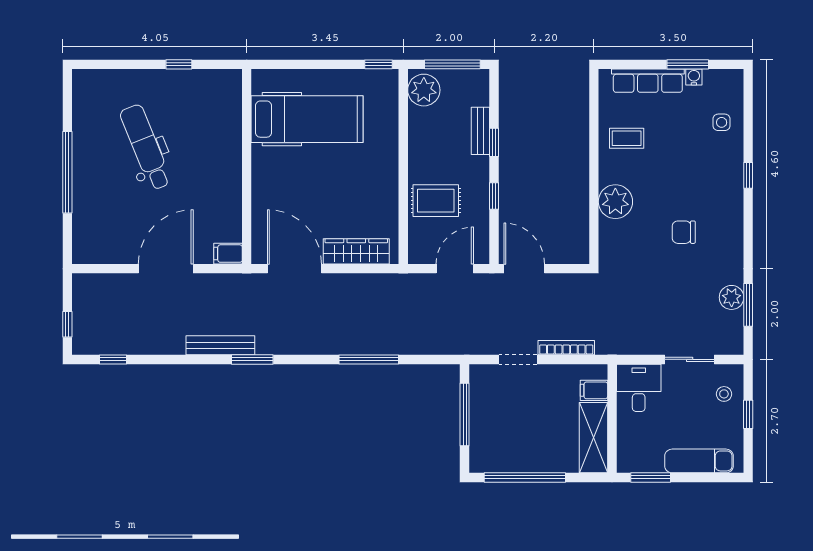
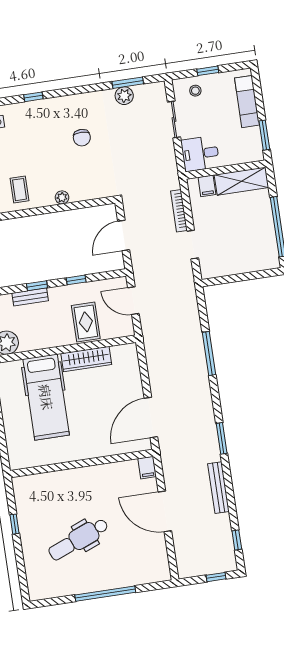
hospital bed: (307, 119) -> (46, 397), moved, turned 180
plant: (615, 202) -> (62, 197), width x0.53, depth x0.53
wardrobe: (356, 251) -> (86, 359), moved, turned -90
door: (524, 269) -> (124, 235), moved
bench: (220, 345) -> (218, 488), moved
window: (465, 415) -> (239, 278), removed

